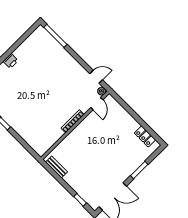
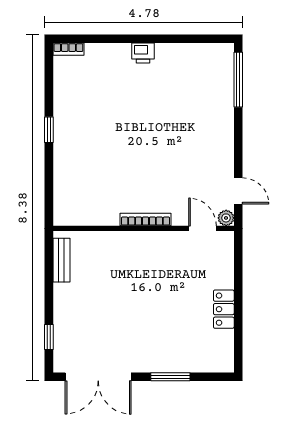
door: (97, 104) -> (202, 228), swing flipped
locker: (145, 136) -> (224, 309), moved

